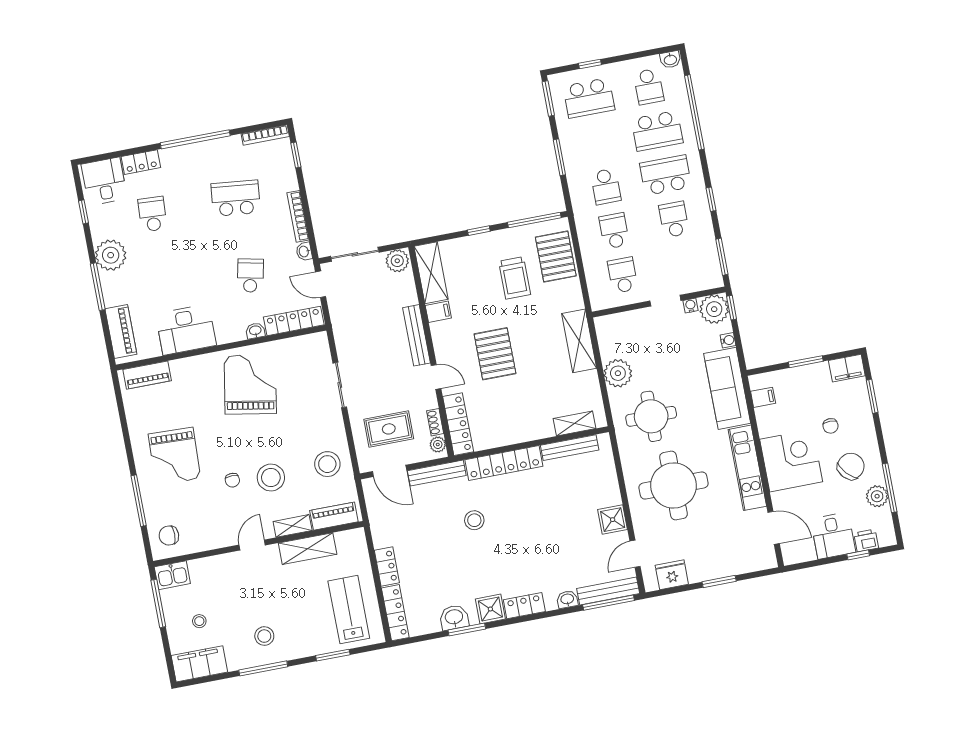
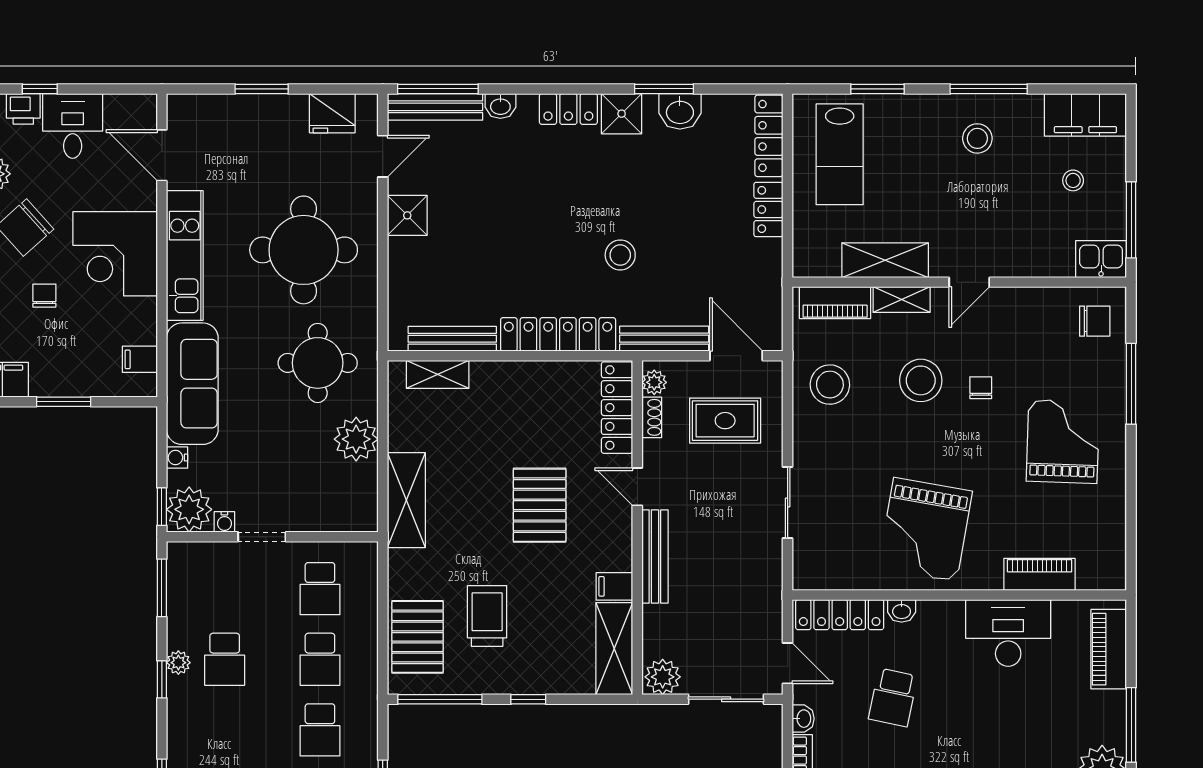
school desk: (666, 175) -> (225, 730), removed
school desk: (606, 187) -> (320, 730), turned 180
plant: (703, 212) -> (178, 663), added
piano: (147, 375) -> (1040, 574), moved

